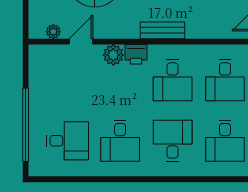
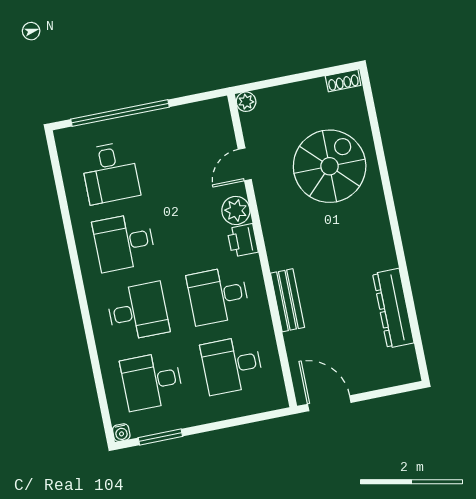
bench: (163, 30) -> (287, 300), moved
plant: (53, 32) -> (246, 102), moved
door: (81, 42) -> (245, 164), swing flipped

